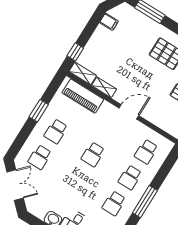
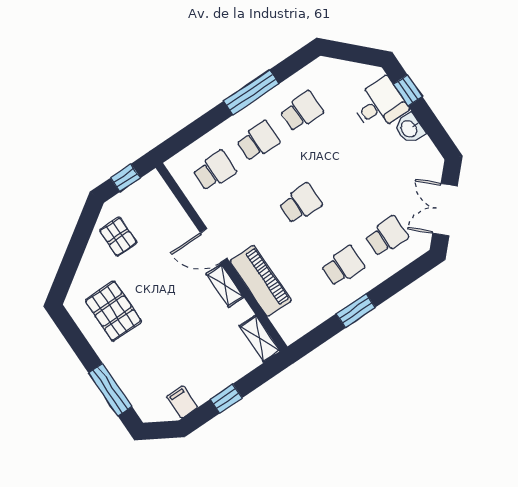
window: (75, 52) -> (226, 399), moved
shelving: (104, 87) -> (225, 286), moved
piano: (83, 96) -> (261, 281), moved

